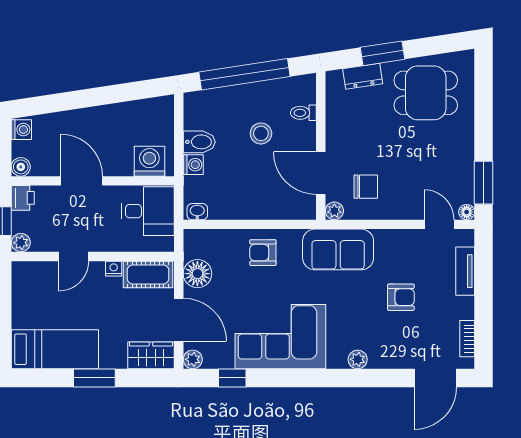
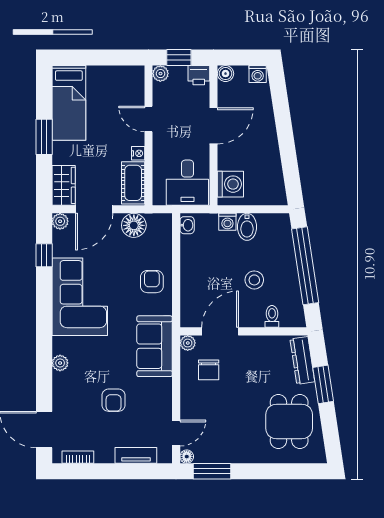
dresser: (363, 76) -> (302, 360), width x1.44

